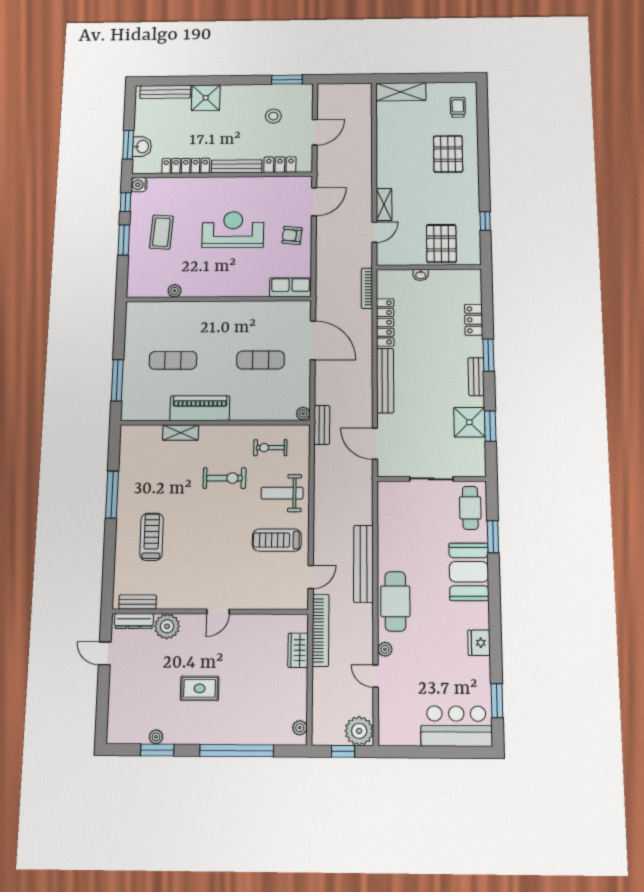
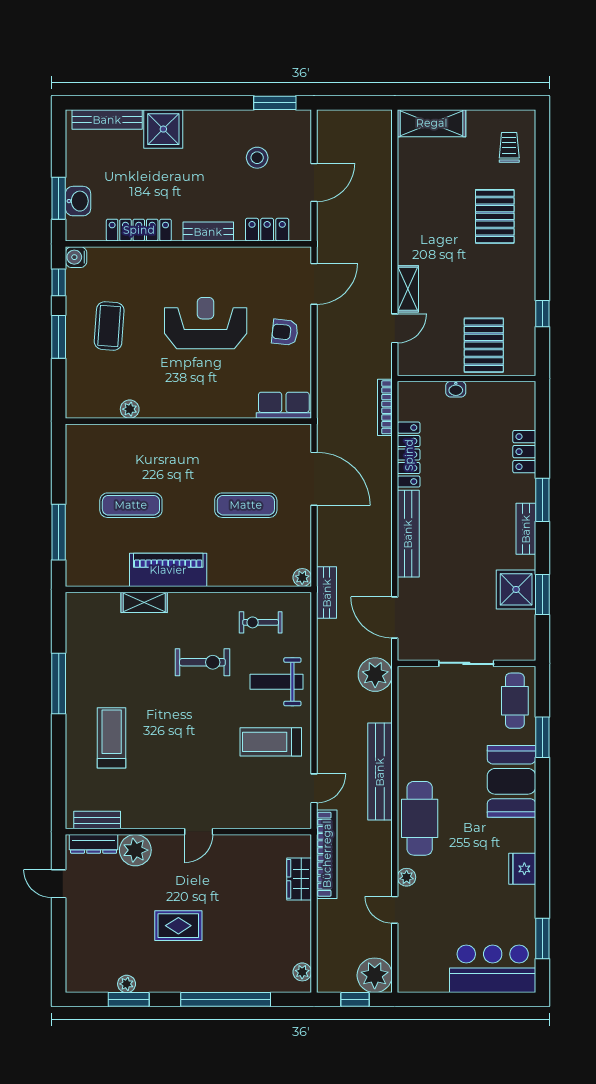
bench: (237, 166) -> (208, 232), width x0.73
plant: (360, 488) -> (375, 675), added

